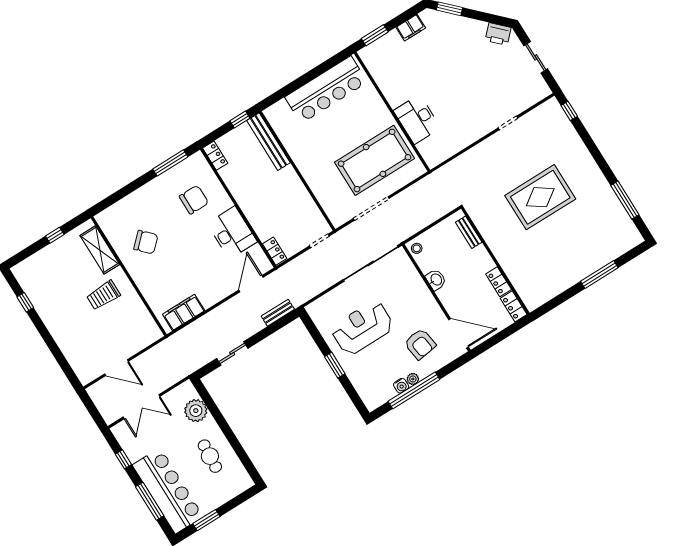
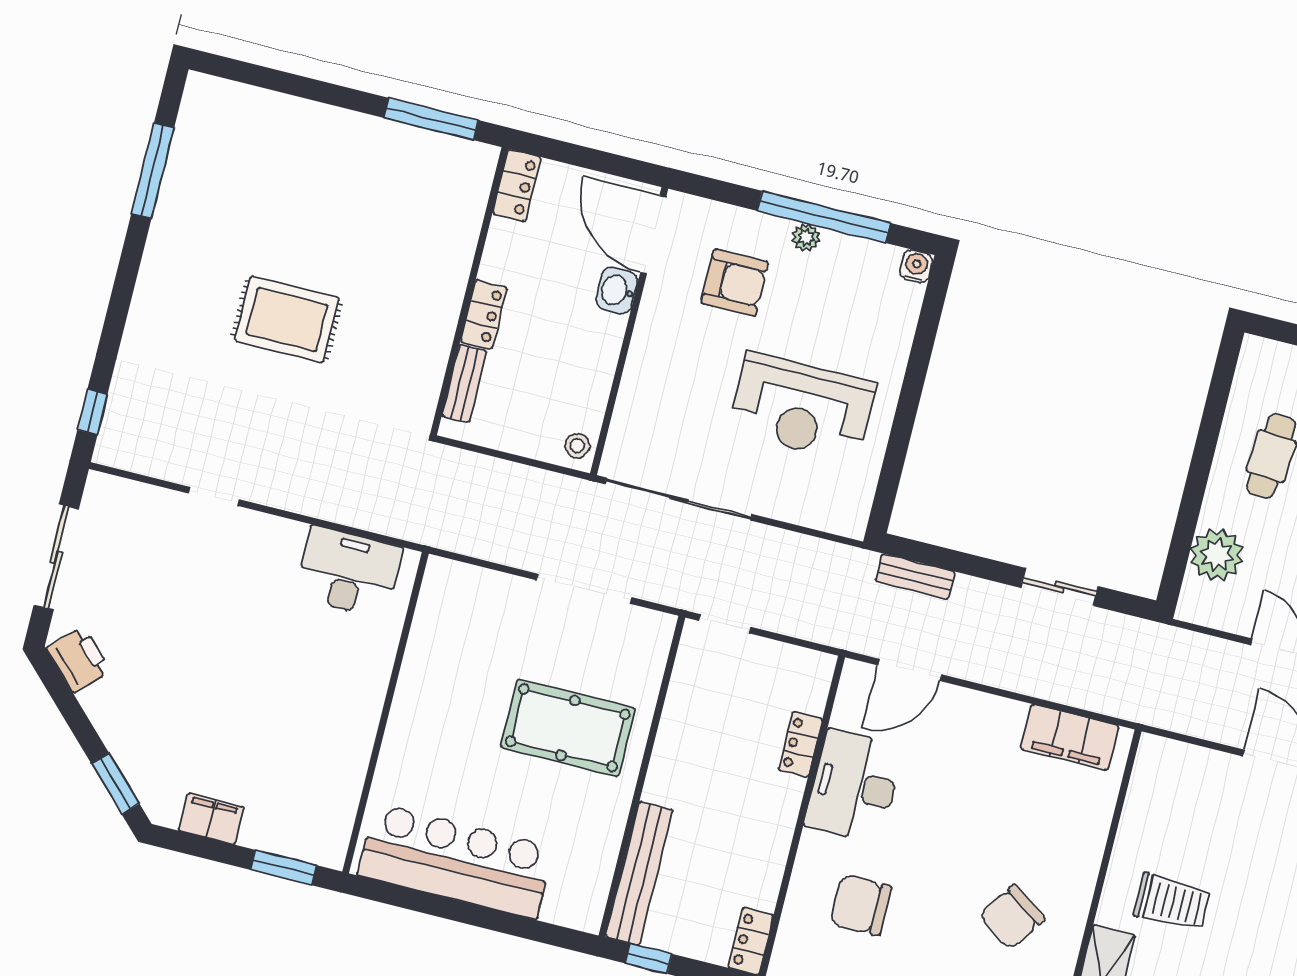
sliding door: (536, 57) -> (56, 557), width x1.37
desk: (417, 119) -> (348, 572), moved, turned -90
pool table: (375, 160) -> (568, 728), moved, width x0.73, depth x0.76
rug: (540, 197) -> (287, 319), width x0.73, depth x0.69
chair: (146, 242) -> (1012, 917), turned -101
locker: (275, 251) -> (800, 744), moved
window: (599, 275) -> (431, 119), moved
washbasin: (436, 280) -> (617, 291), moved
locker: (499, 282) -> (484, 314), moved
armchair: (420, 344) -> (735, 283), turned 98
window: (335, 365) -> (911, 393), removed
water cooler: (401, 386) -> (916, 266), moved

